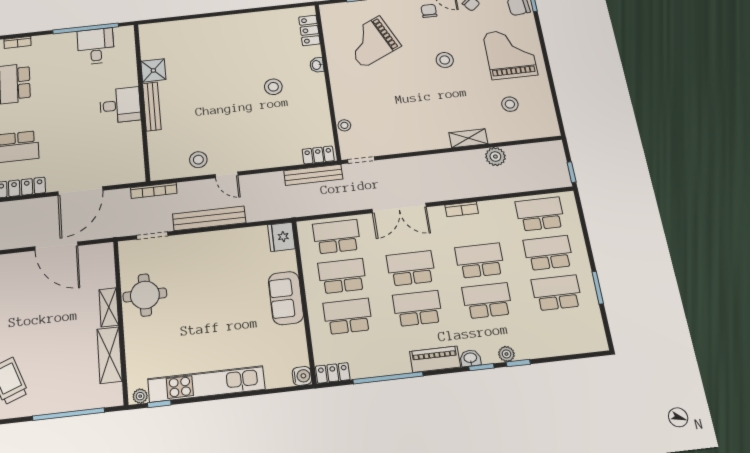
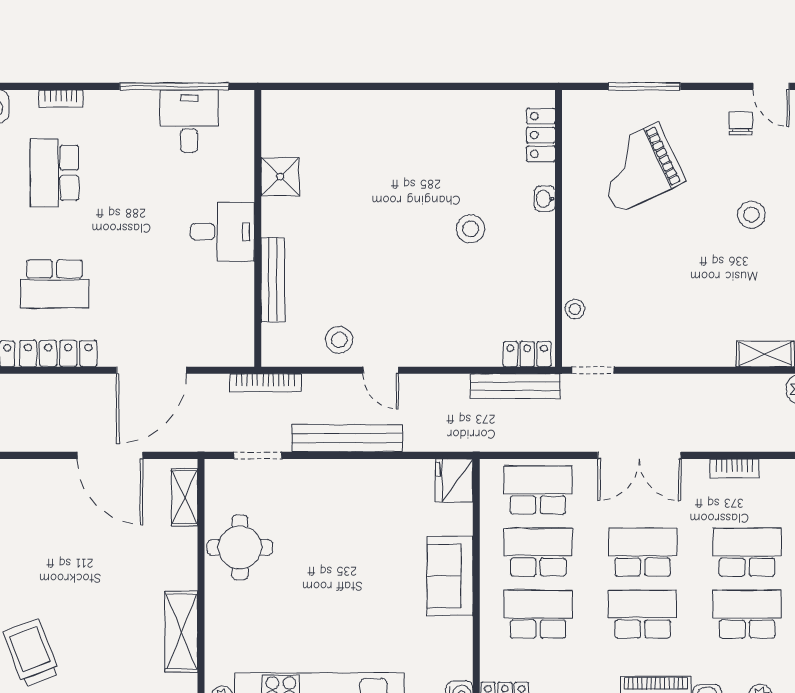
bench: (152, 106) -> (273, 280), moved
shelving: (109, 307) -> (185, 497), moved

